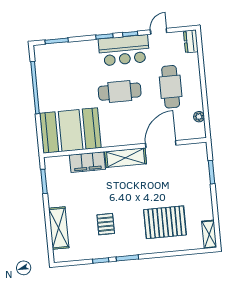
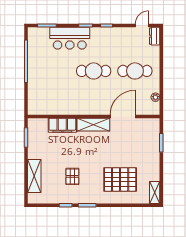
door: (159, 31) -> (142, 25), moved
bar counter: (124, 50) -> (70, 38), moved
cafe table: (171, 87) -> (135, 71), turned 90
booth: (71, 130) -> (51, 98), removed

